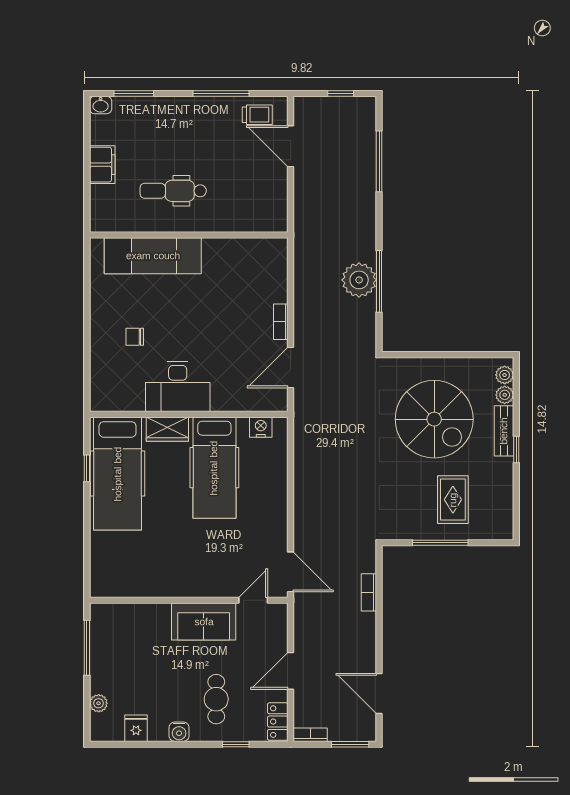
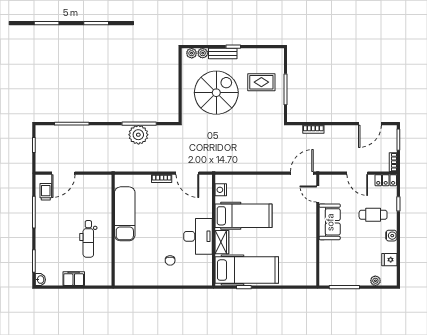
exam couch: (153, 256) -> (125, 214), moved

